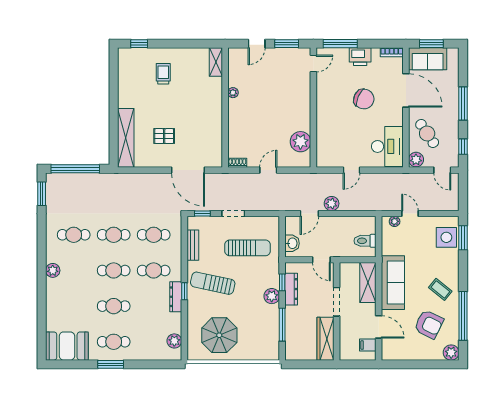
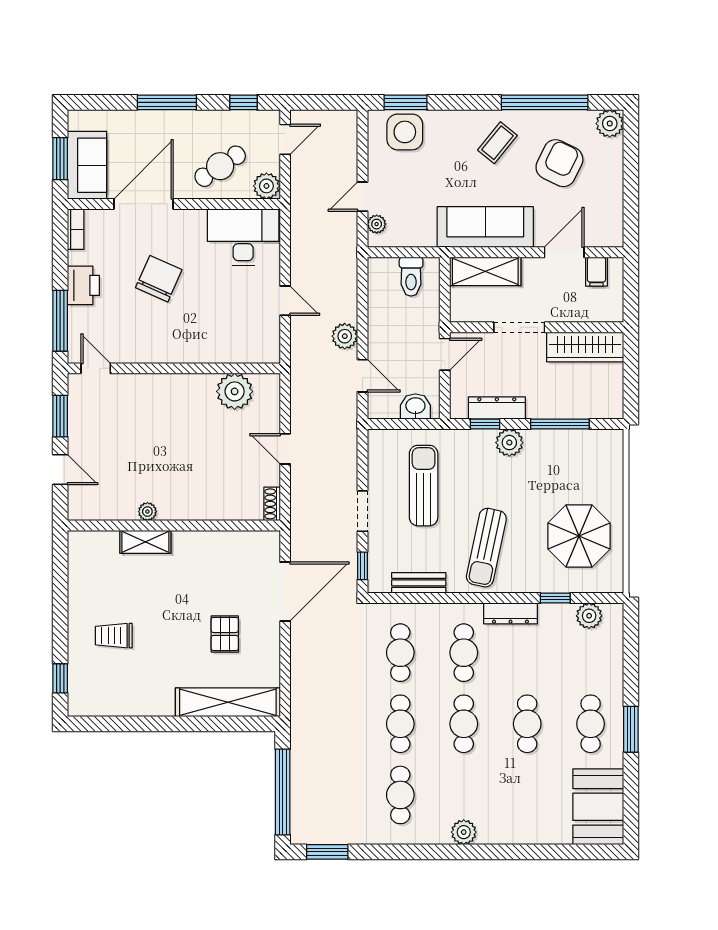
shelving: (216, 62) -> (145, 542), moved
window: (184, 291) -> (555, 598), moved

